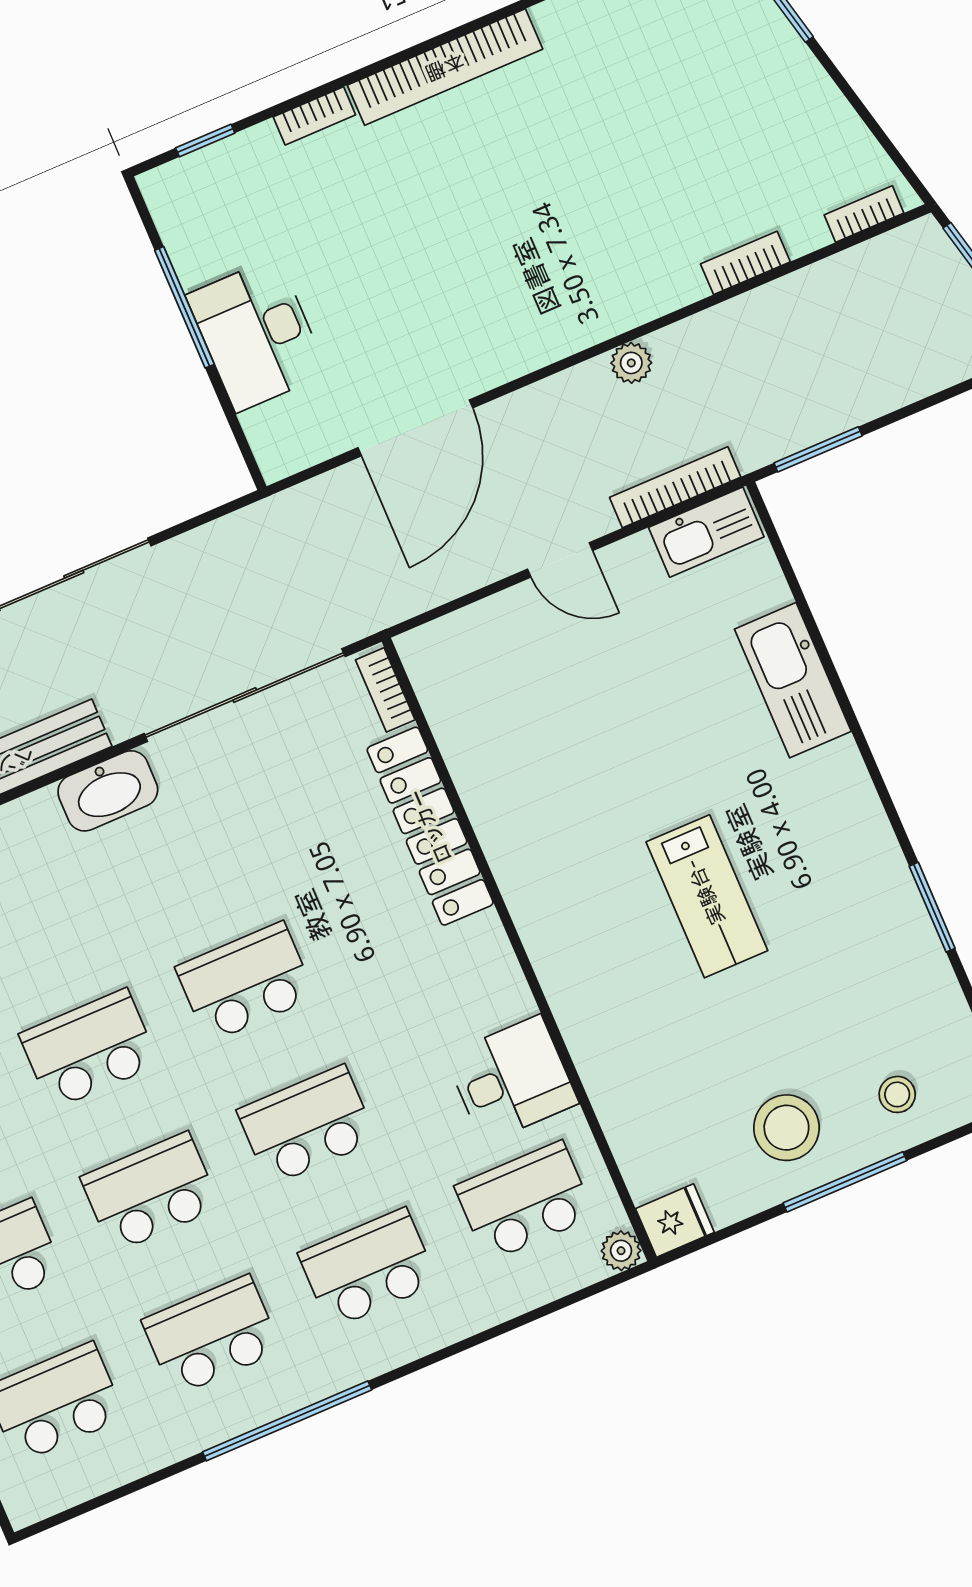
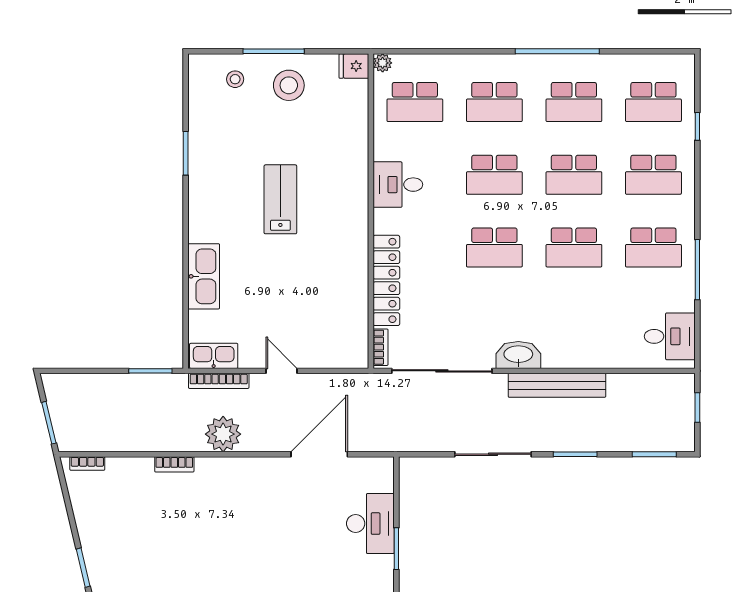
bookcase: (745, 263) -> (174, 464), moved
window: (184, 307) -> (396, 549), width x0.69
plant: (631, 363) -> (223, 434), width x1.87, depth x1.87
desk: (512, 1079) -> (398, 185), moved

